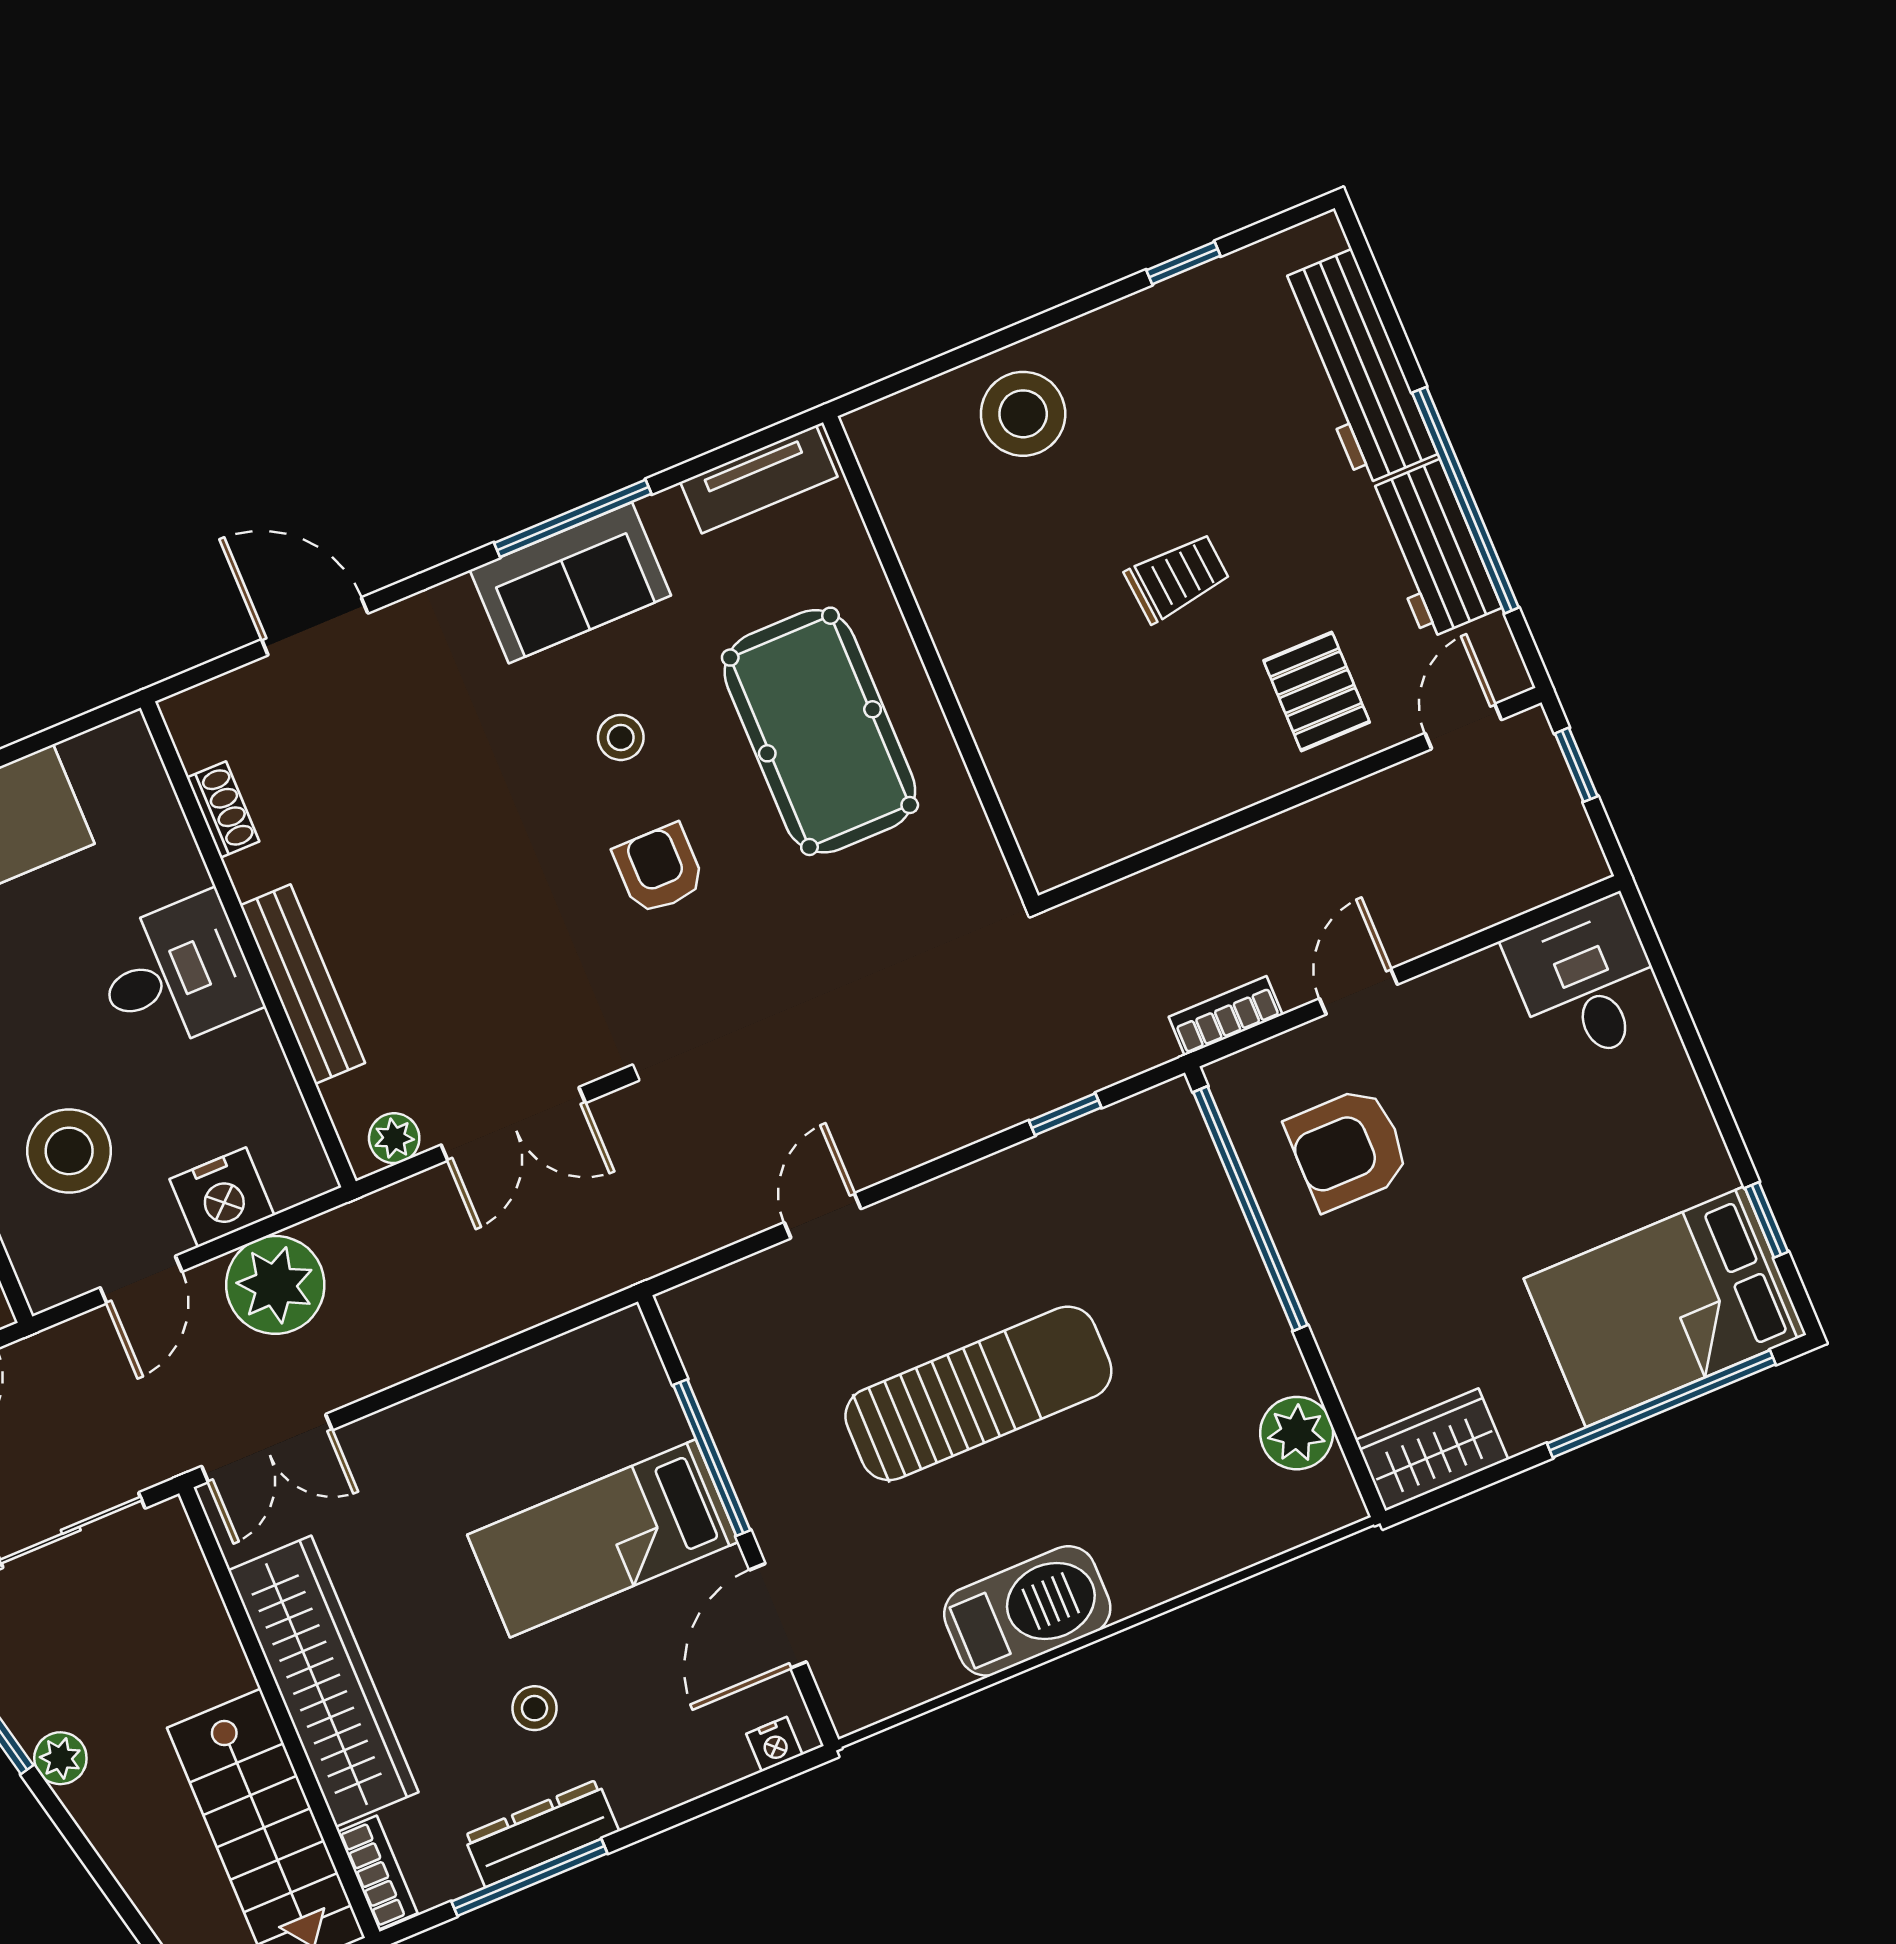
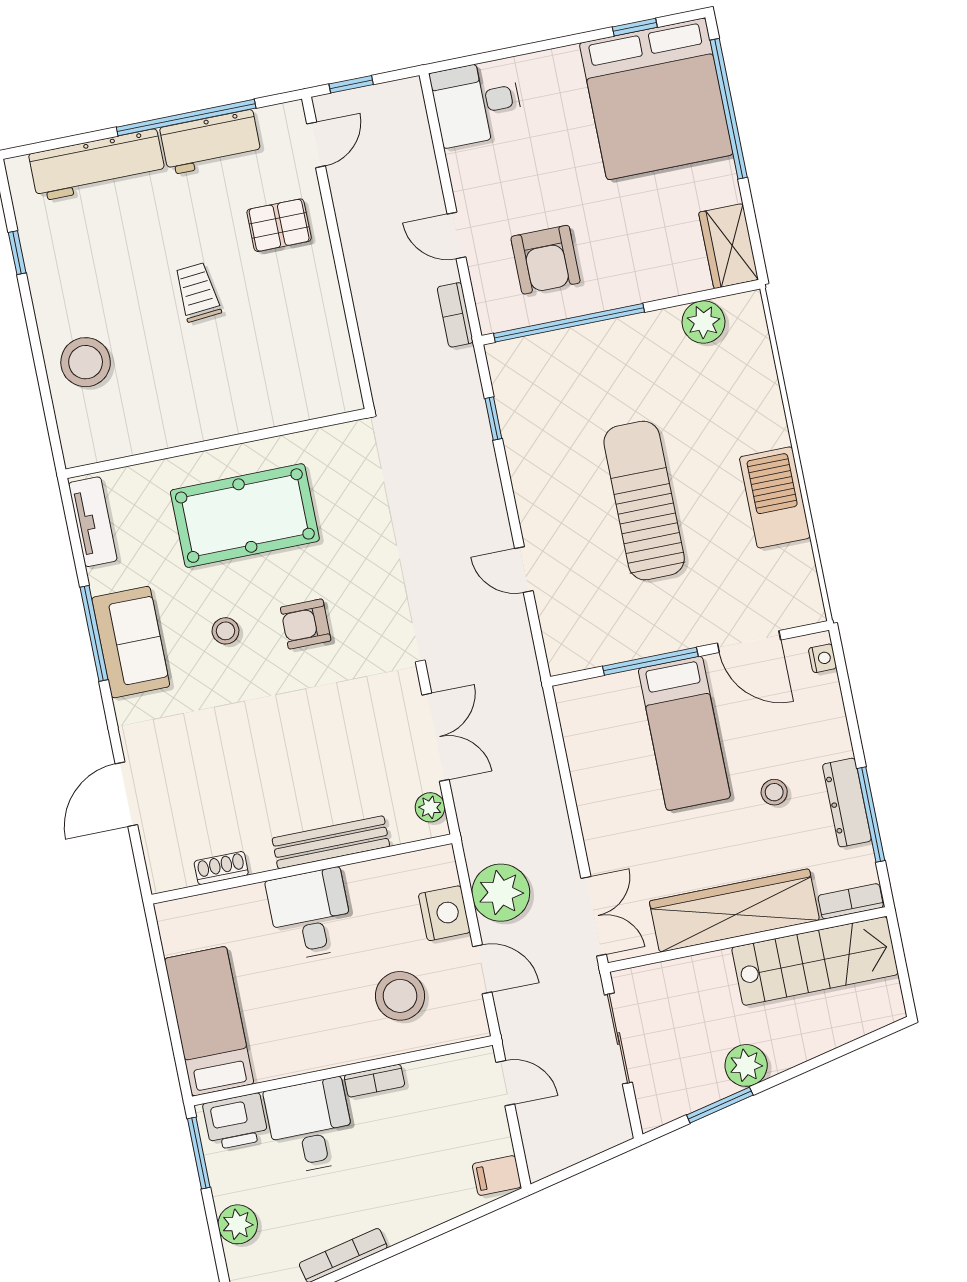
door: (1463, 726) -> (316, 145), swing flipped
bed: (1665, 1307) -> (656, 99), width x1.36
plant: (60, 1758) -> (746, 1065), width x1.38, depth x1.38

